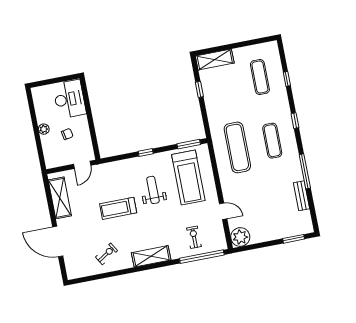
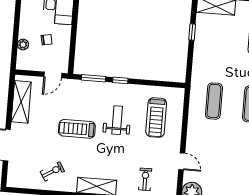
plant: (44, 129) -> (23, 45), moved
window: (189, 144) -> (93, 78), moved
exercise mat: (237, 147) -> (214, 101), width x0.73, depth x0.69
treadmill: (188, 177) -> (156, 117), width x0.73, depth x0.73

